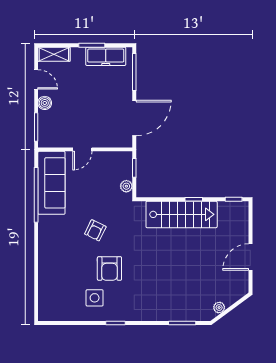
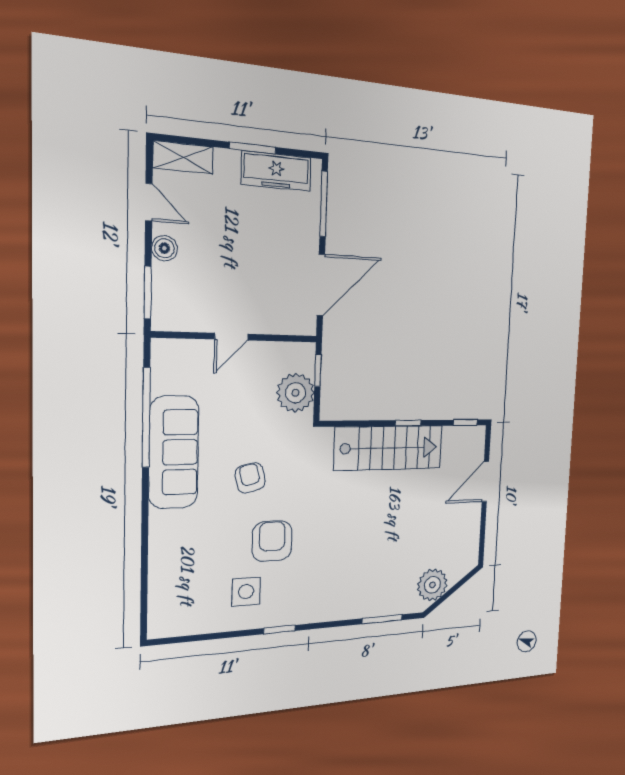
sofa: (51, 183) -> (174, 452), moved
plant: (126, 186) -> (296, 393), width x1.88, depth x1.88
armchair: (95, 230) -> (250, 478), turned 141
door: (250, 257) -> (485, 482), moved
armchair: (109, 268) -> (272, 541), turned 180
plant: (219, 307) -> (432, 585), width x1.87, depth x1.87

